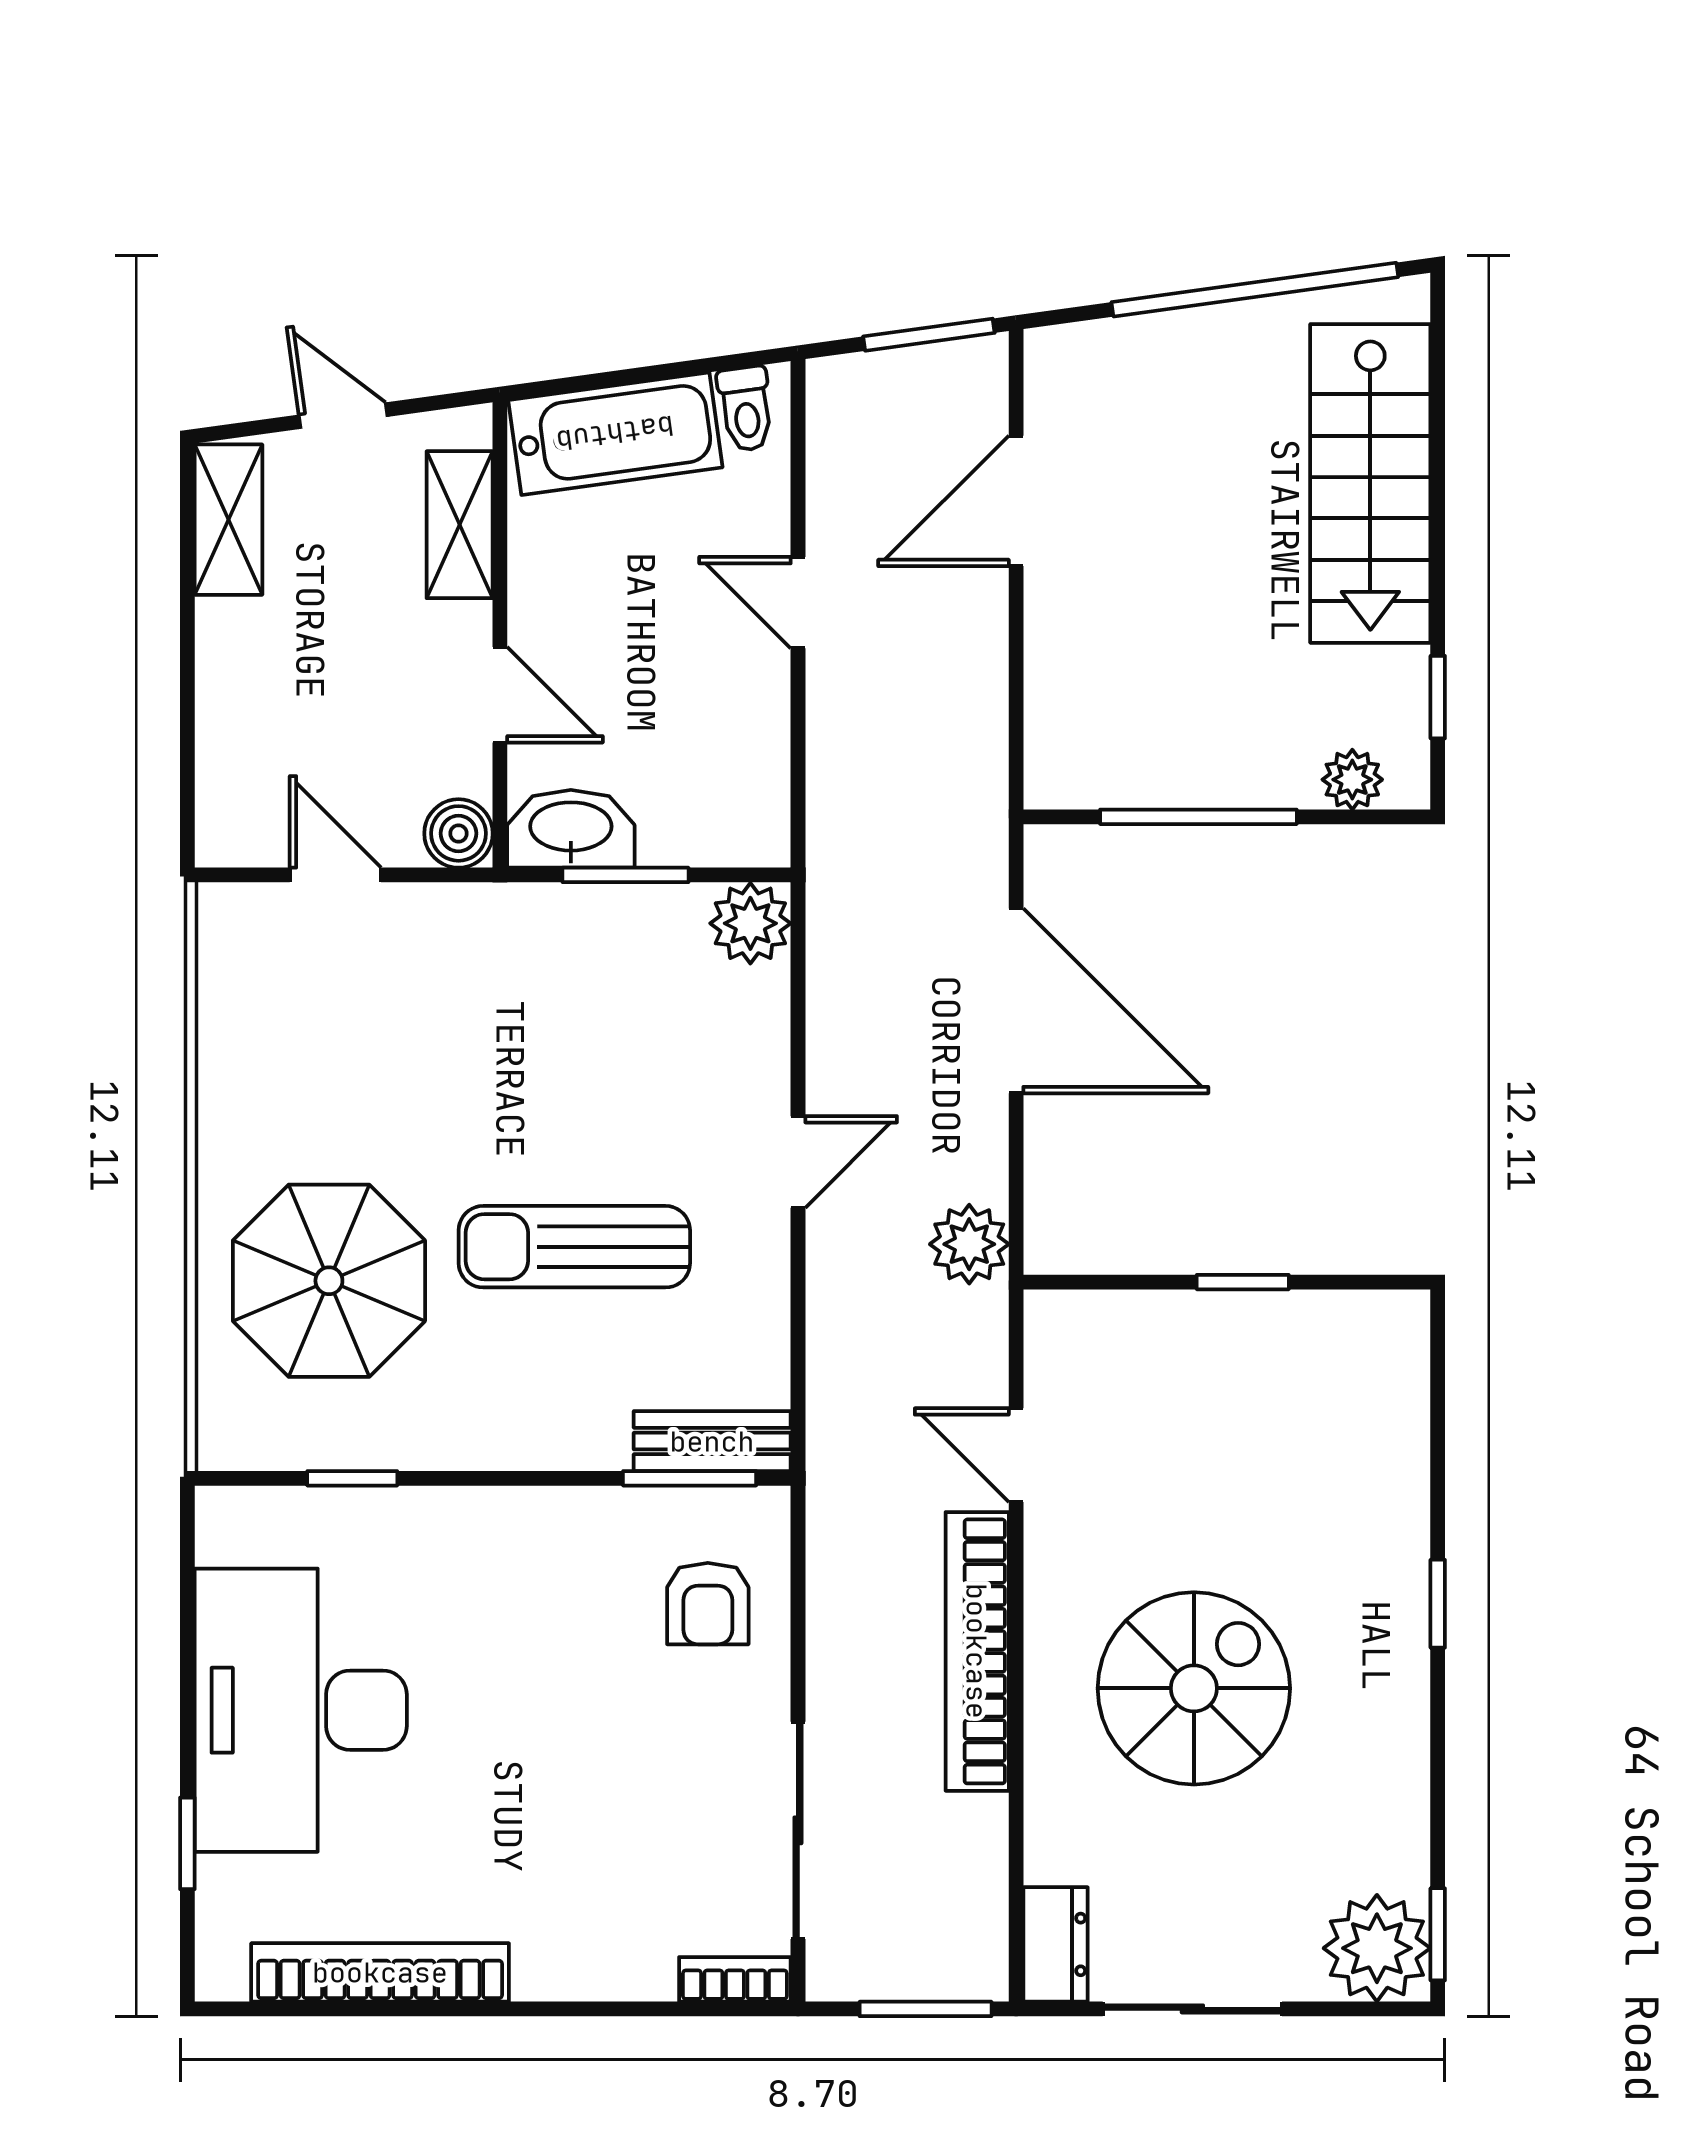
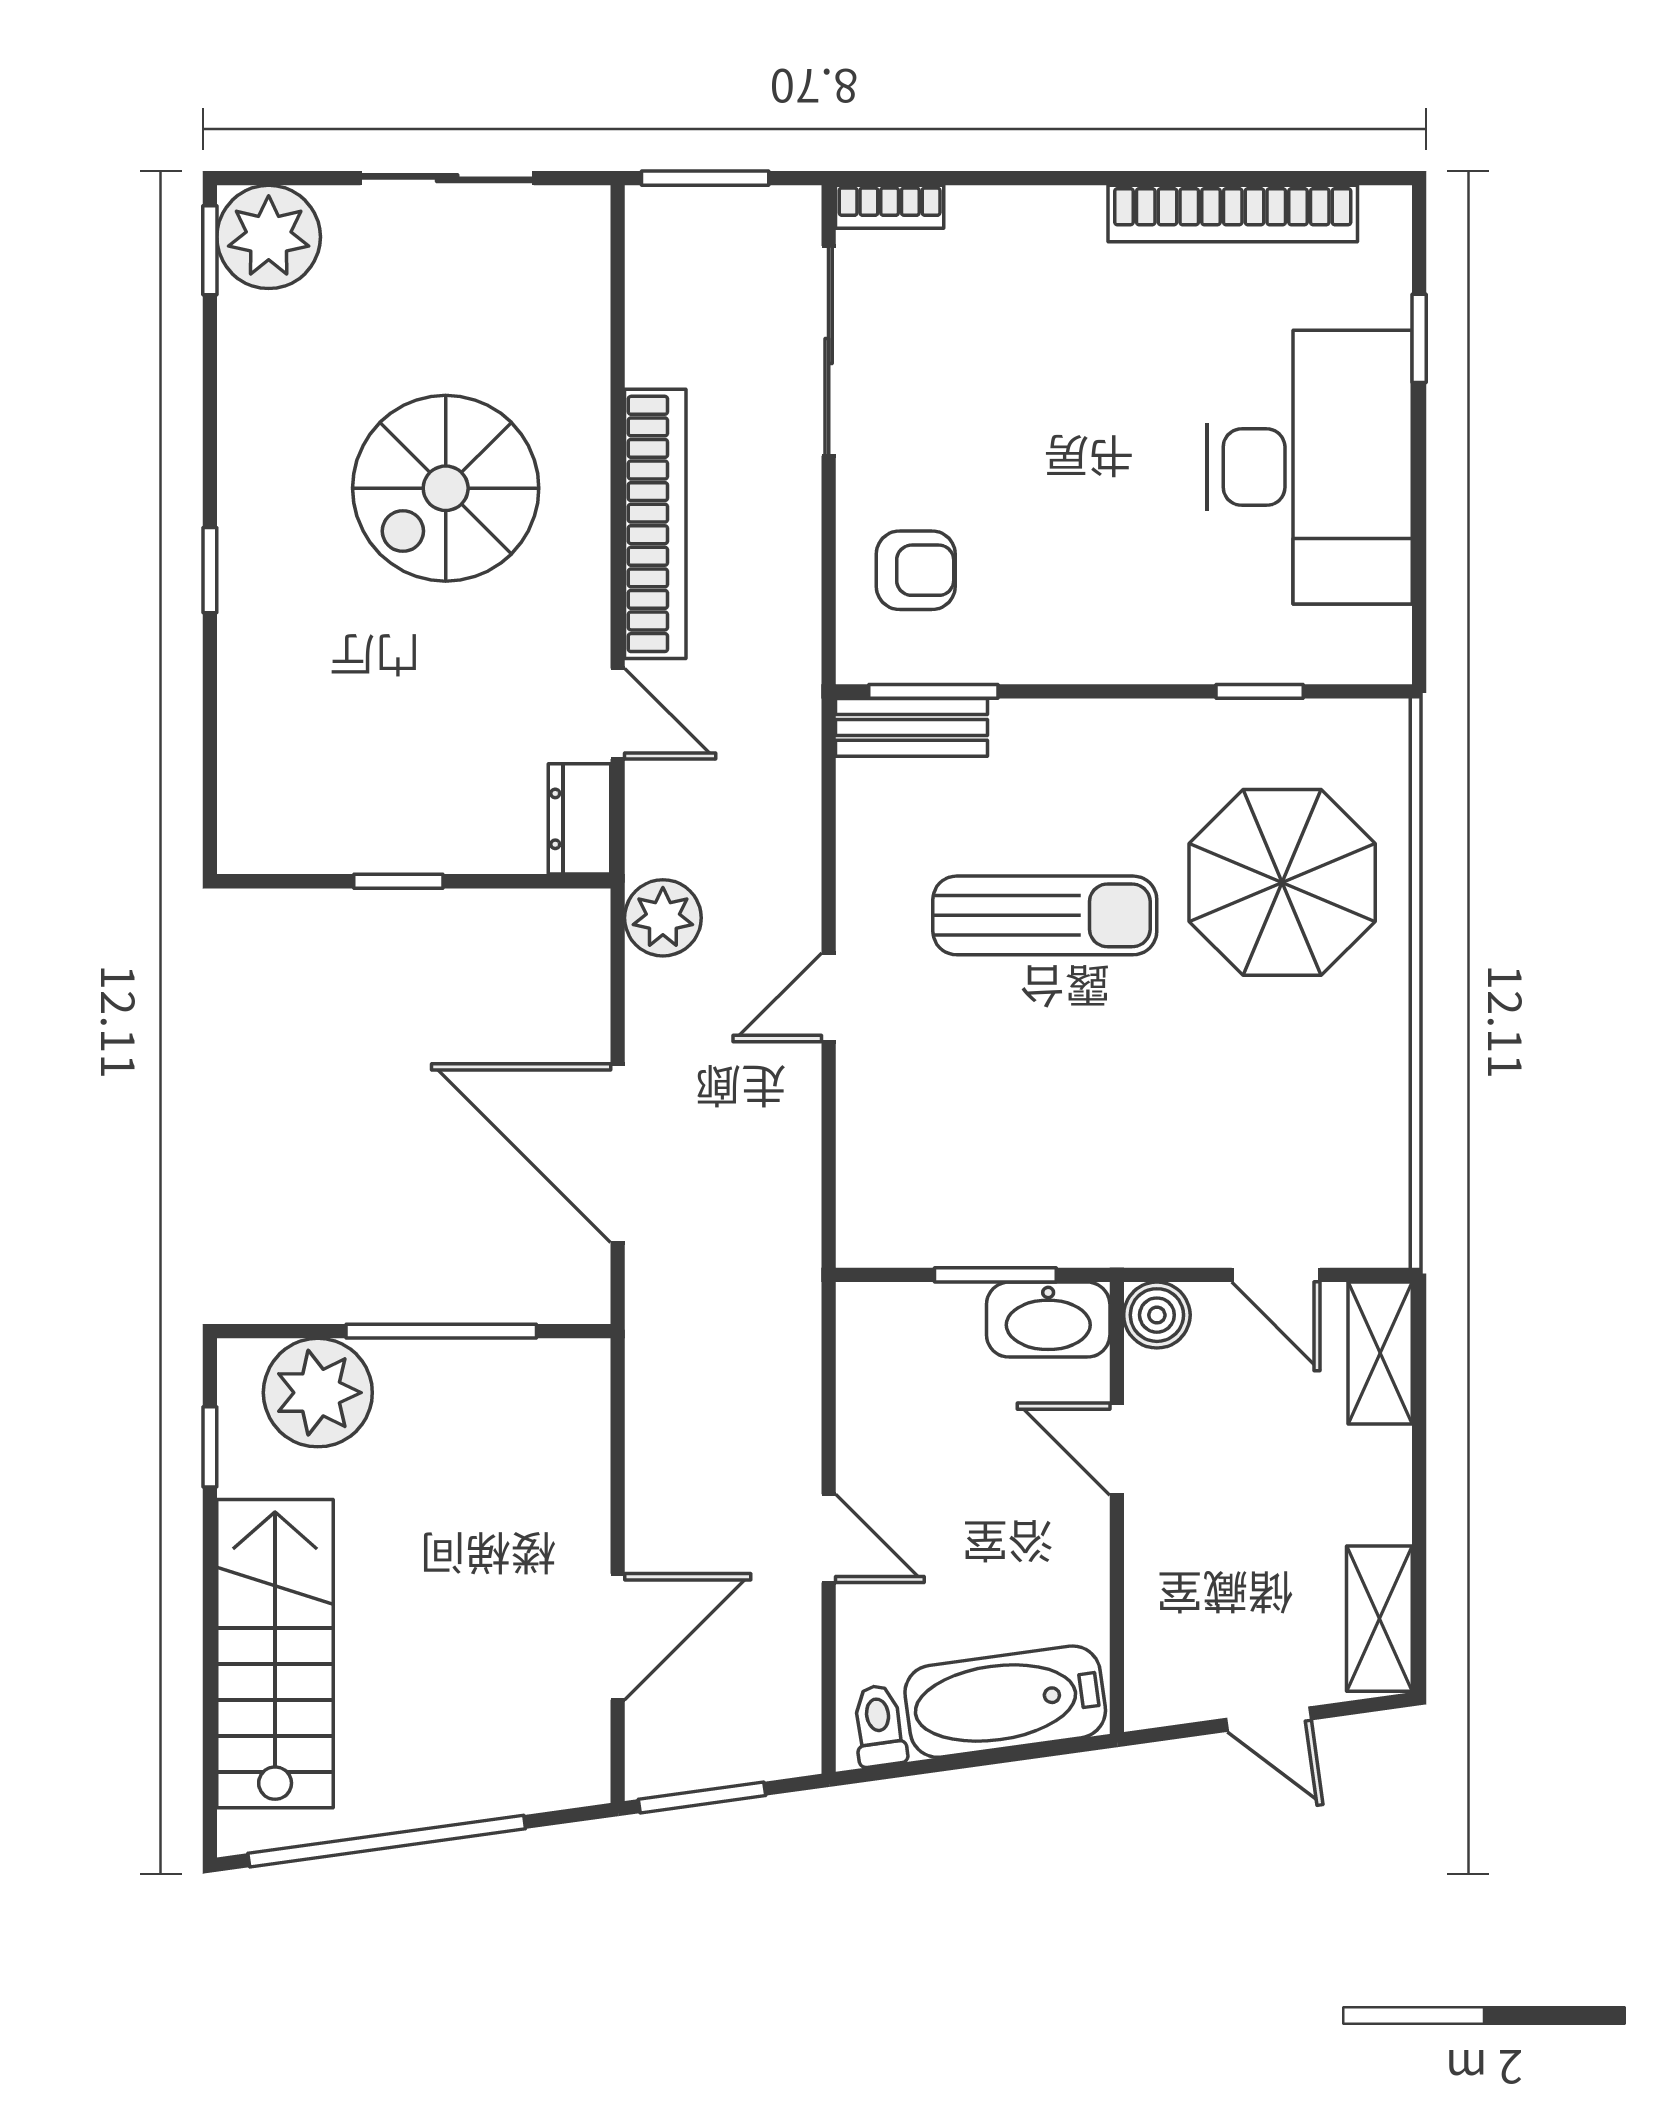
shelving: (460, 525) -> (1380, 1353), moved
plant: (1352, 780) -> (318, 1393), width x1.88, depth x1.88
plant: (750, 923) -> (875, 1228), removed
armchair: (708, 1604) -> (916, 570), turned 90
dresser: (1056, 1944) -> (579, 819), moved

